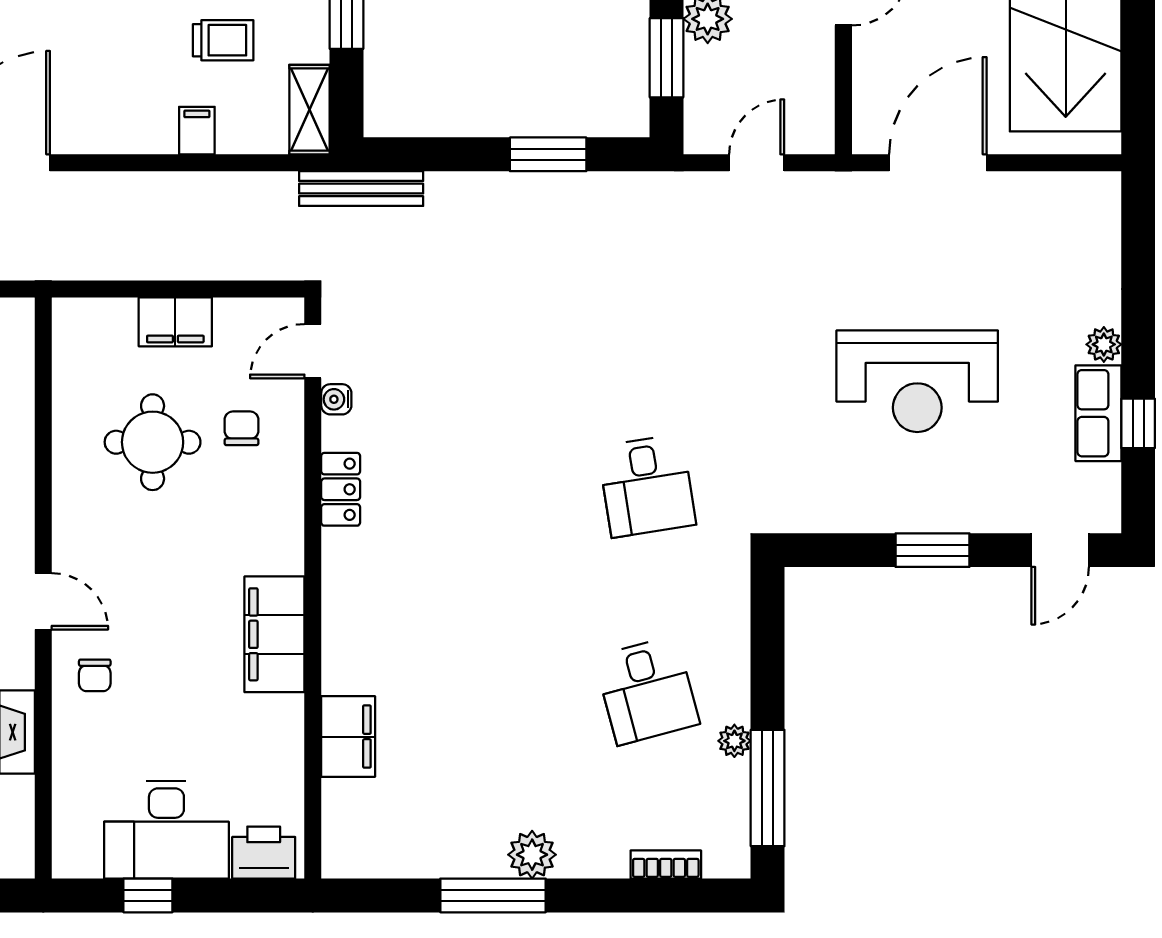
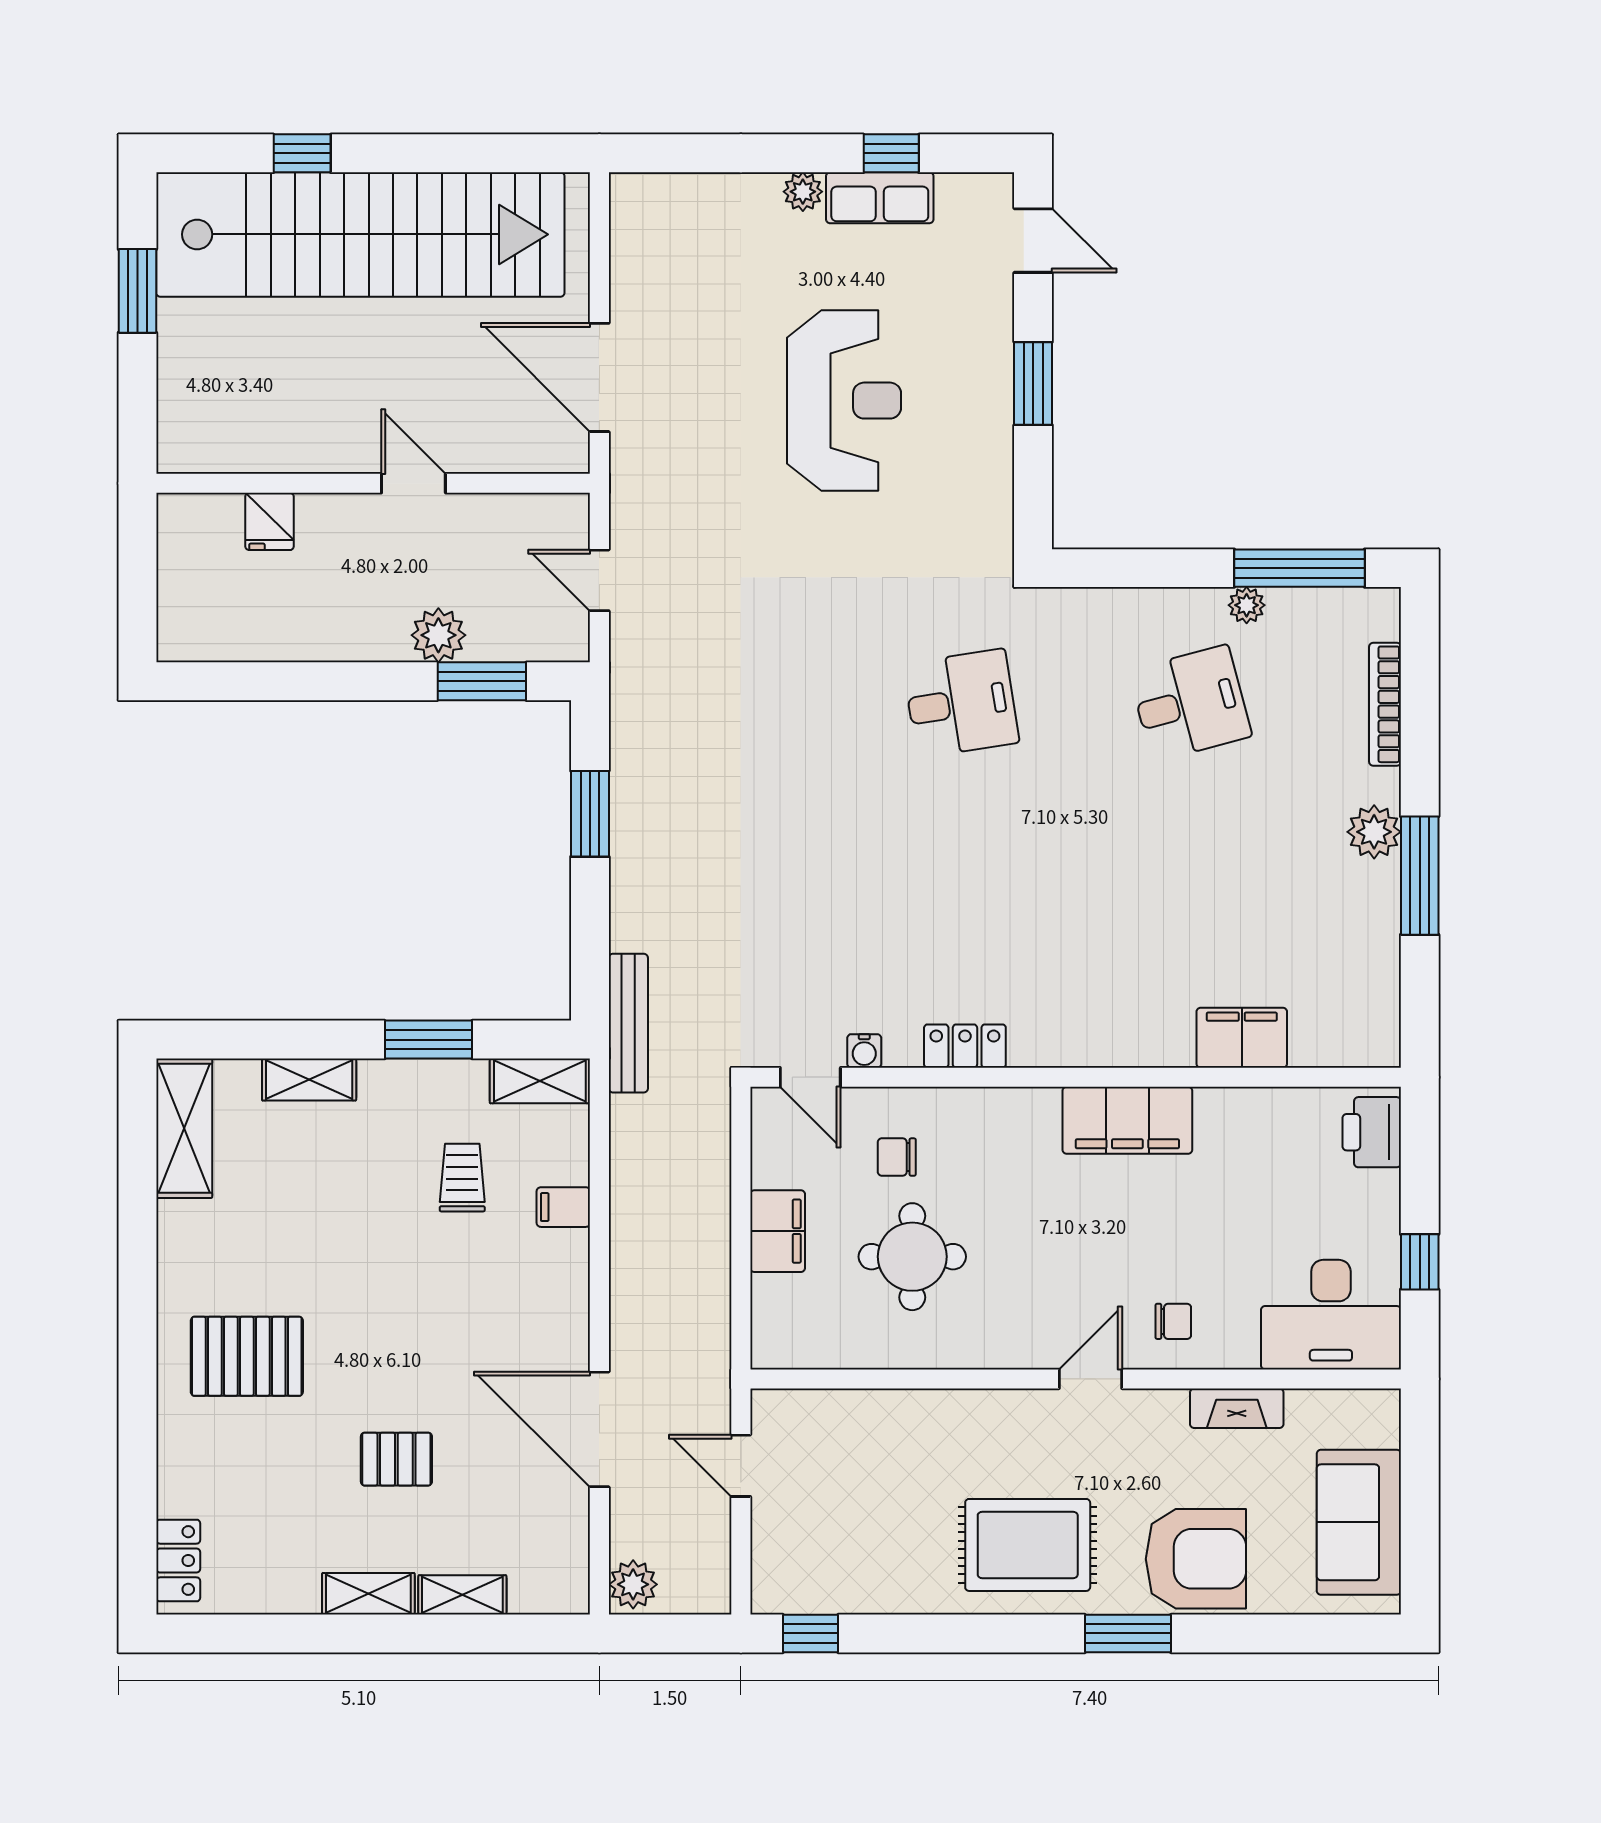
desk: (166, 830) -> (1331, 1315), moved, turned 90
bookcase: (666, 864) -> (1385, 704), width x1.56

